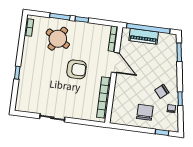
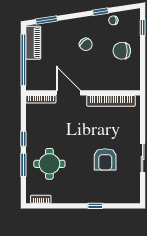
piano: (144, 36) -> (33, 43), moved
round table: (58, 39) -> (49, 164), turned -30
door: (115, 63) -> (68, 93), hinge flipped
armchair: (77, 69) -> (105, 159), moved, turned 180
chair: (162, 91) -> (86, 44), moved

